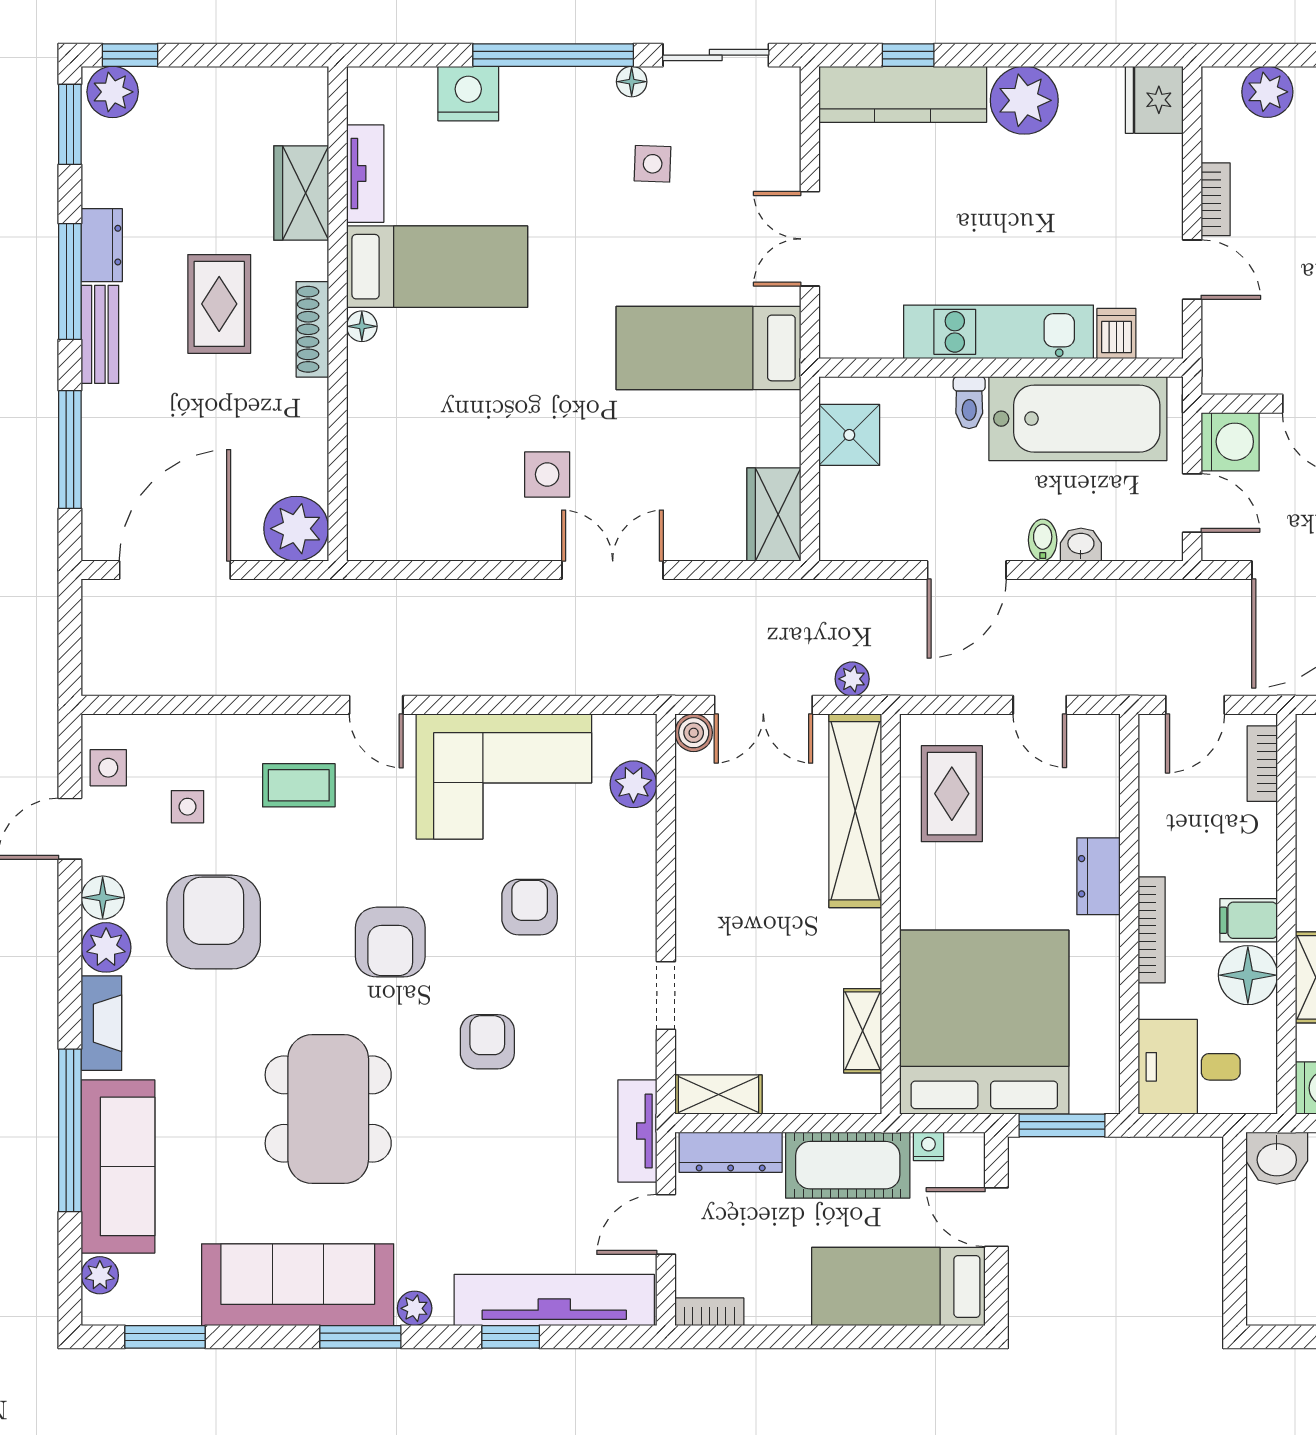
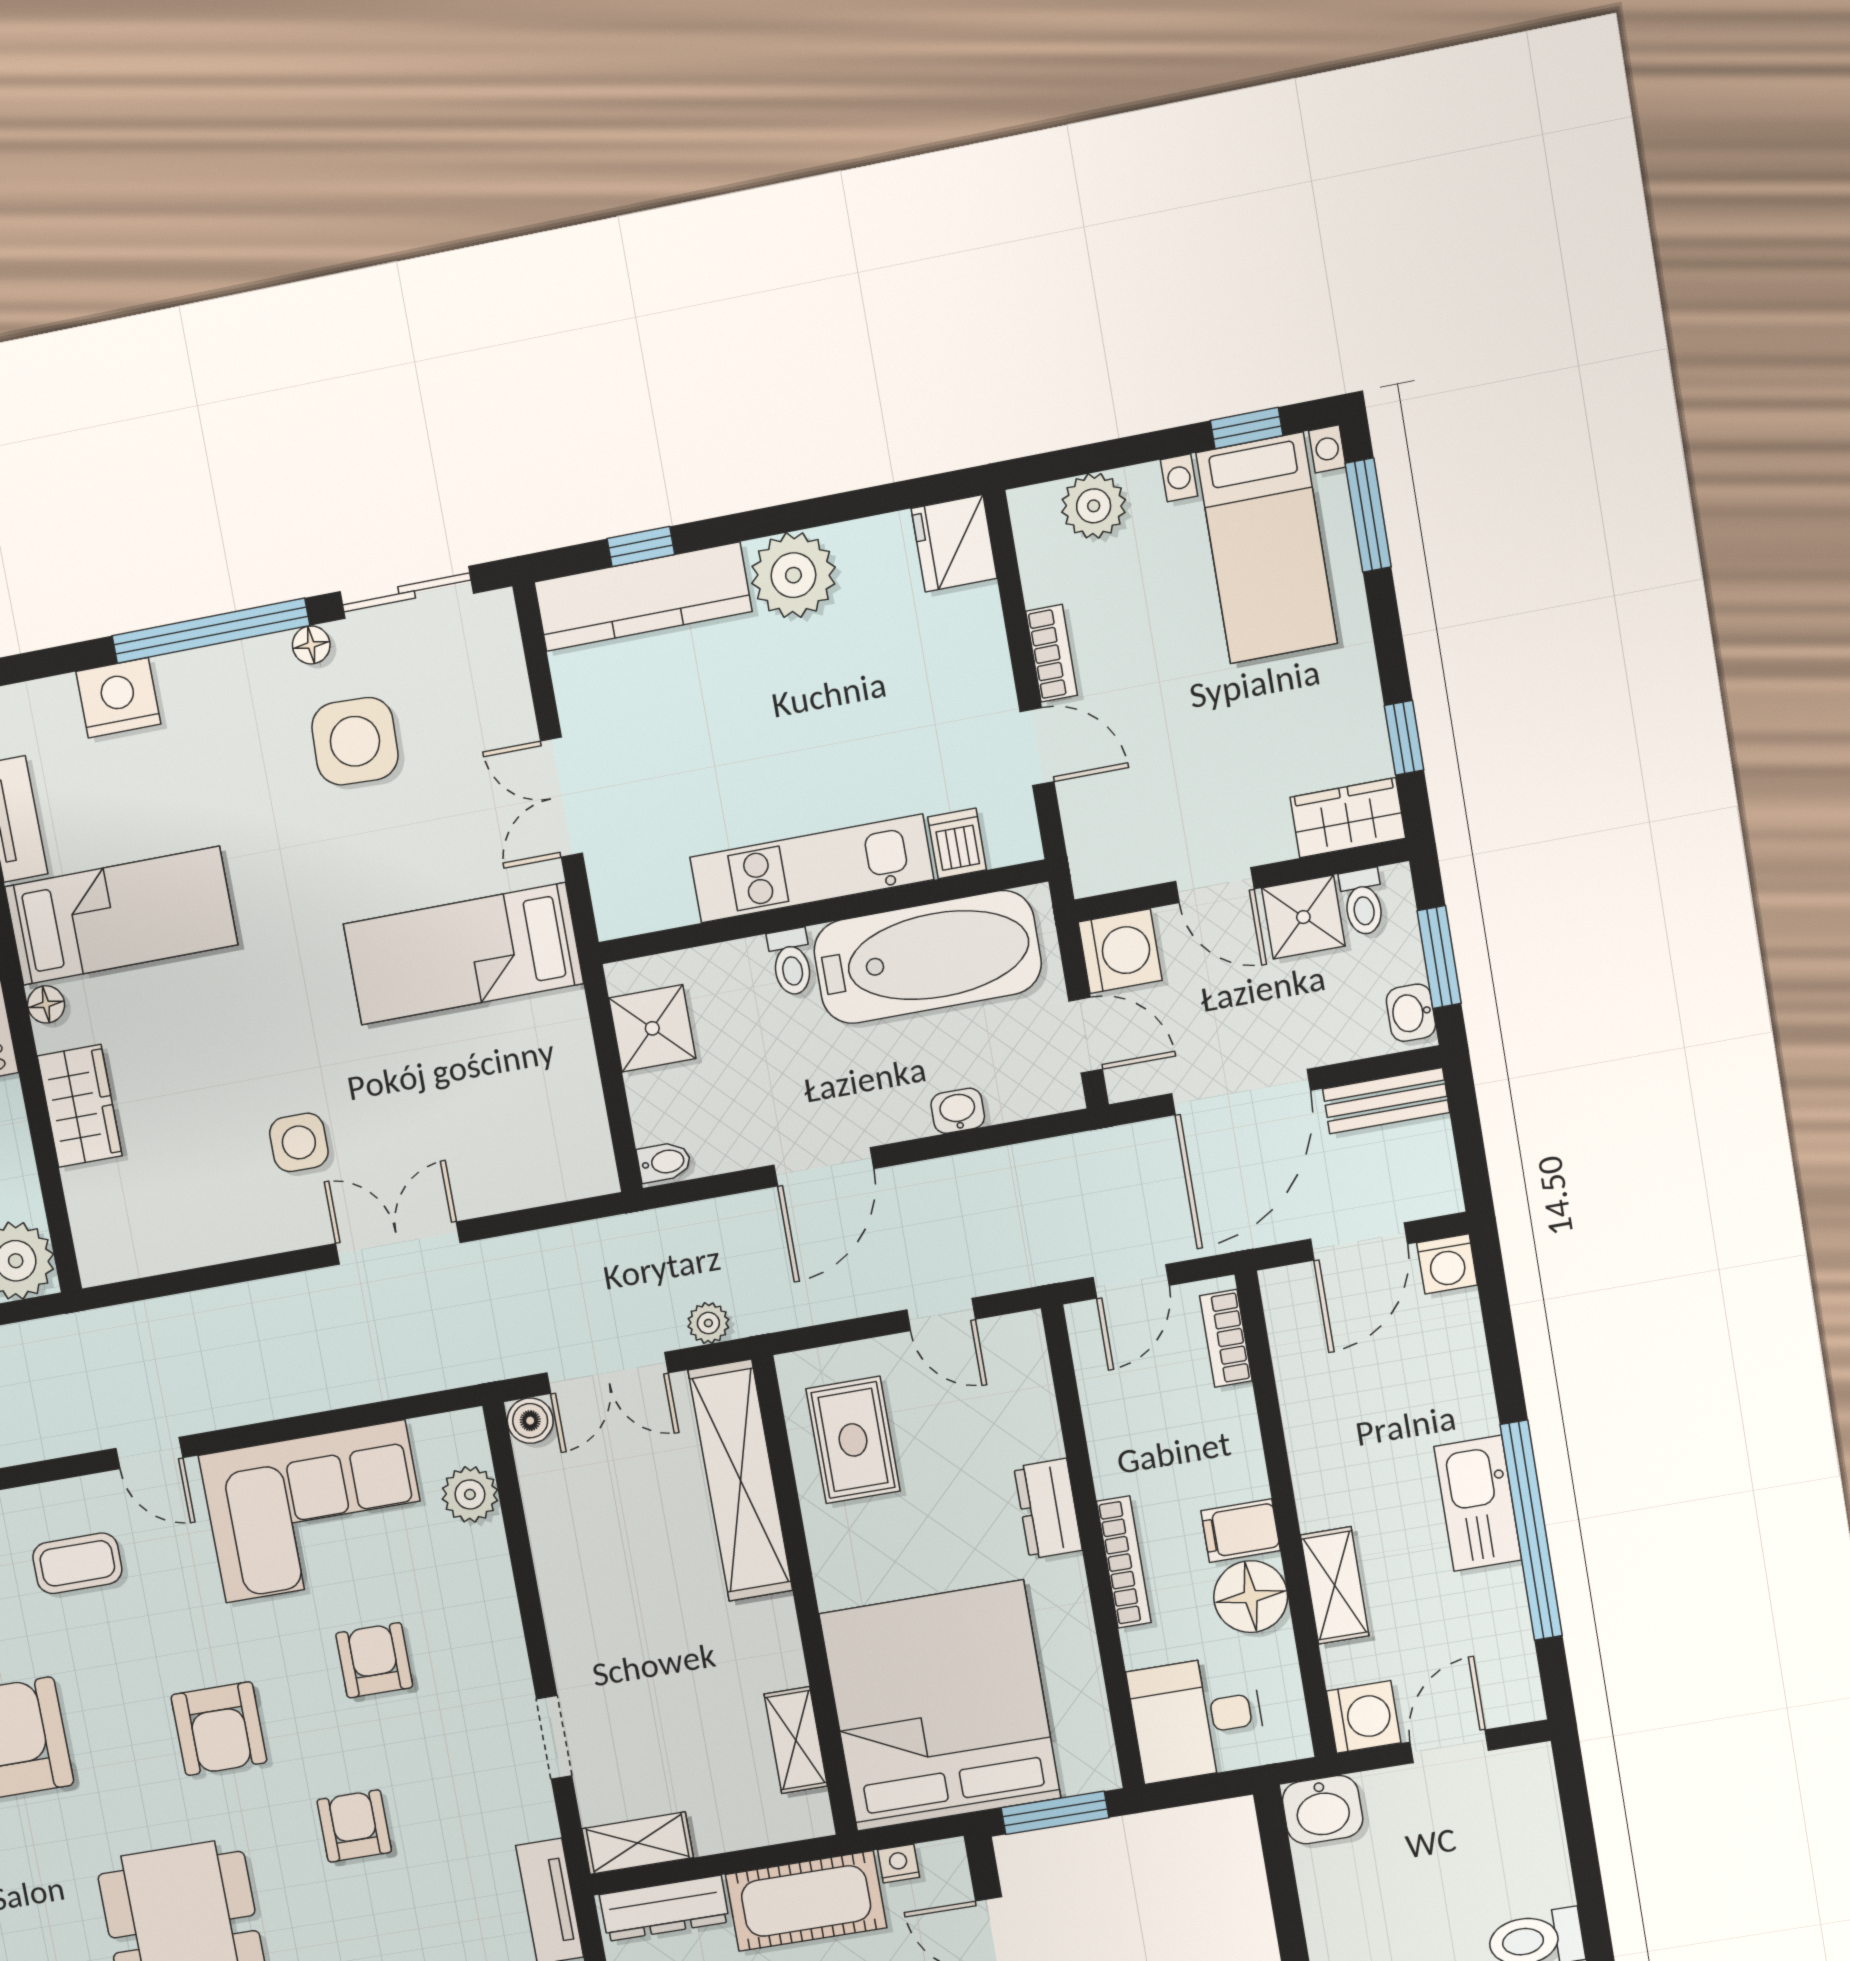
side table: (653, 164) -> (355, 741), width x1.87, depth x1.87
wardrobe: (774, 514) -> (80, 1106), moved, turned 180
bidet: (1043, 540) -> (664, 1162), moved, turned 90

